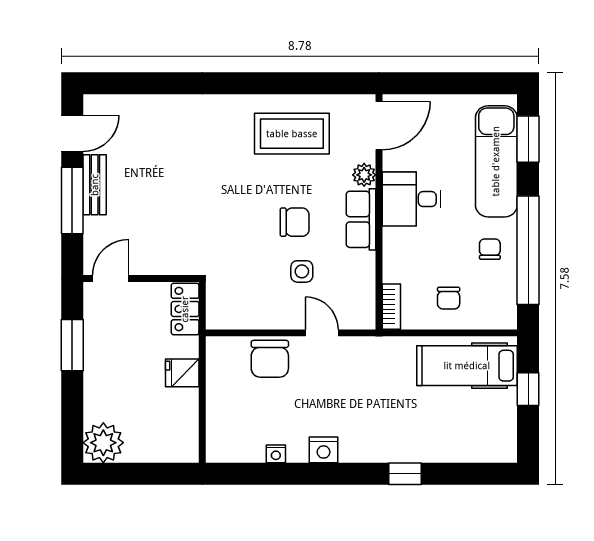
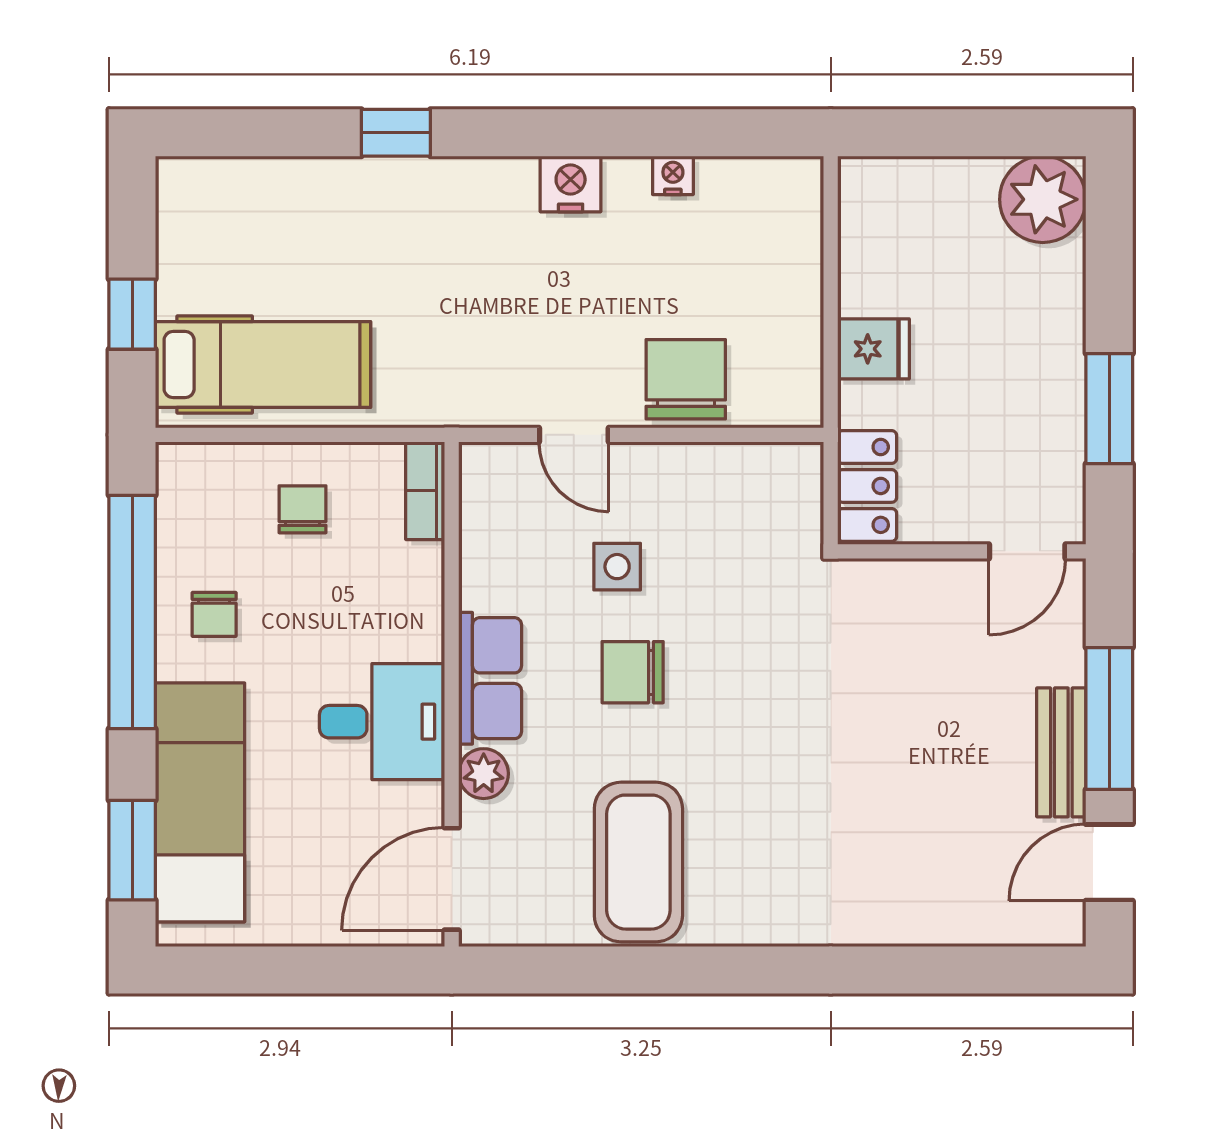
coffee table: (292, 134) -> (638, 862), turned 90

